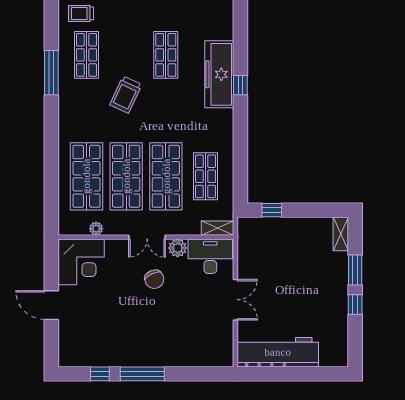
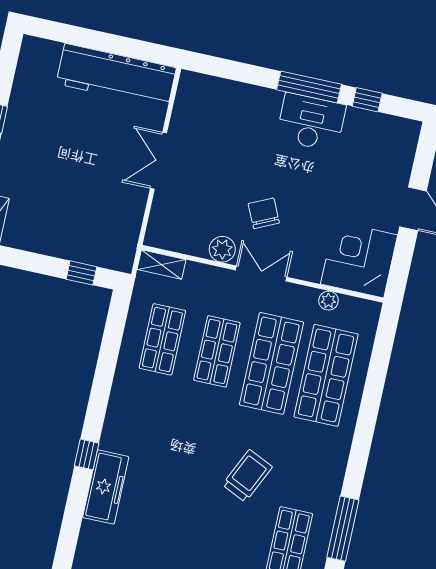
shop shelf: (166, 55) -> (180, 518), removed
freezer: (219, 74) -> (106, 487), width x0.73, depth x0.79
shop shelf: (166, 176) -> (217, 351), width x0.70, depth x0.74
desk: (210, 256) -> (311, 122), moved, turned 180

